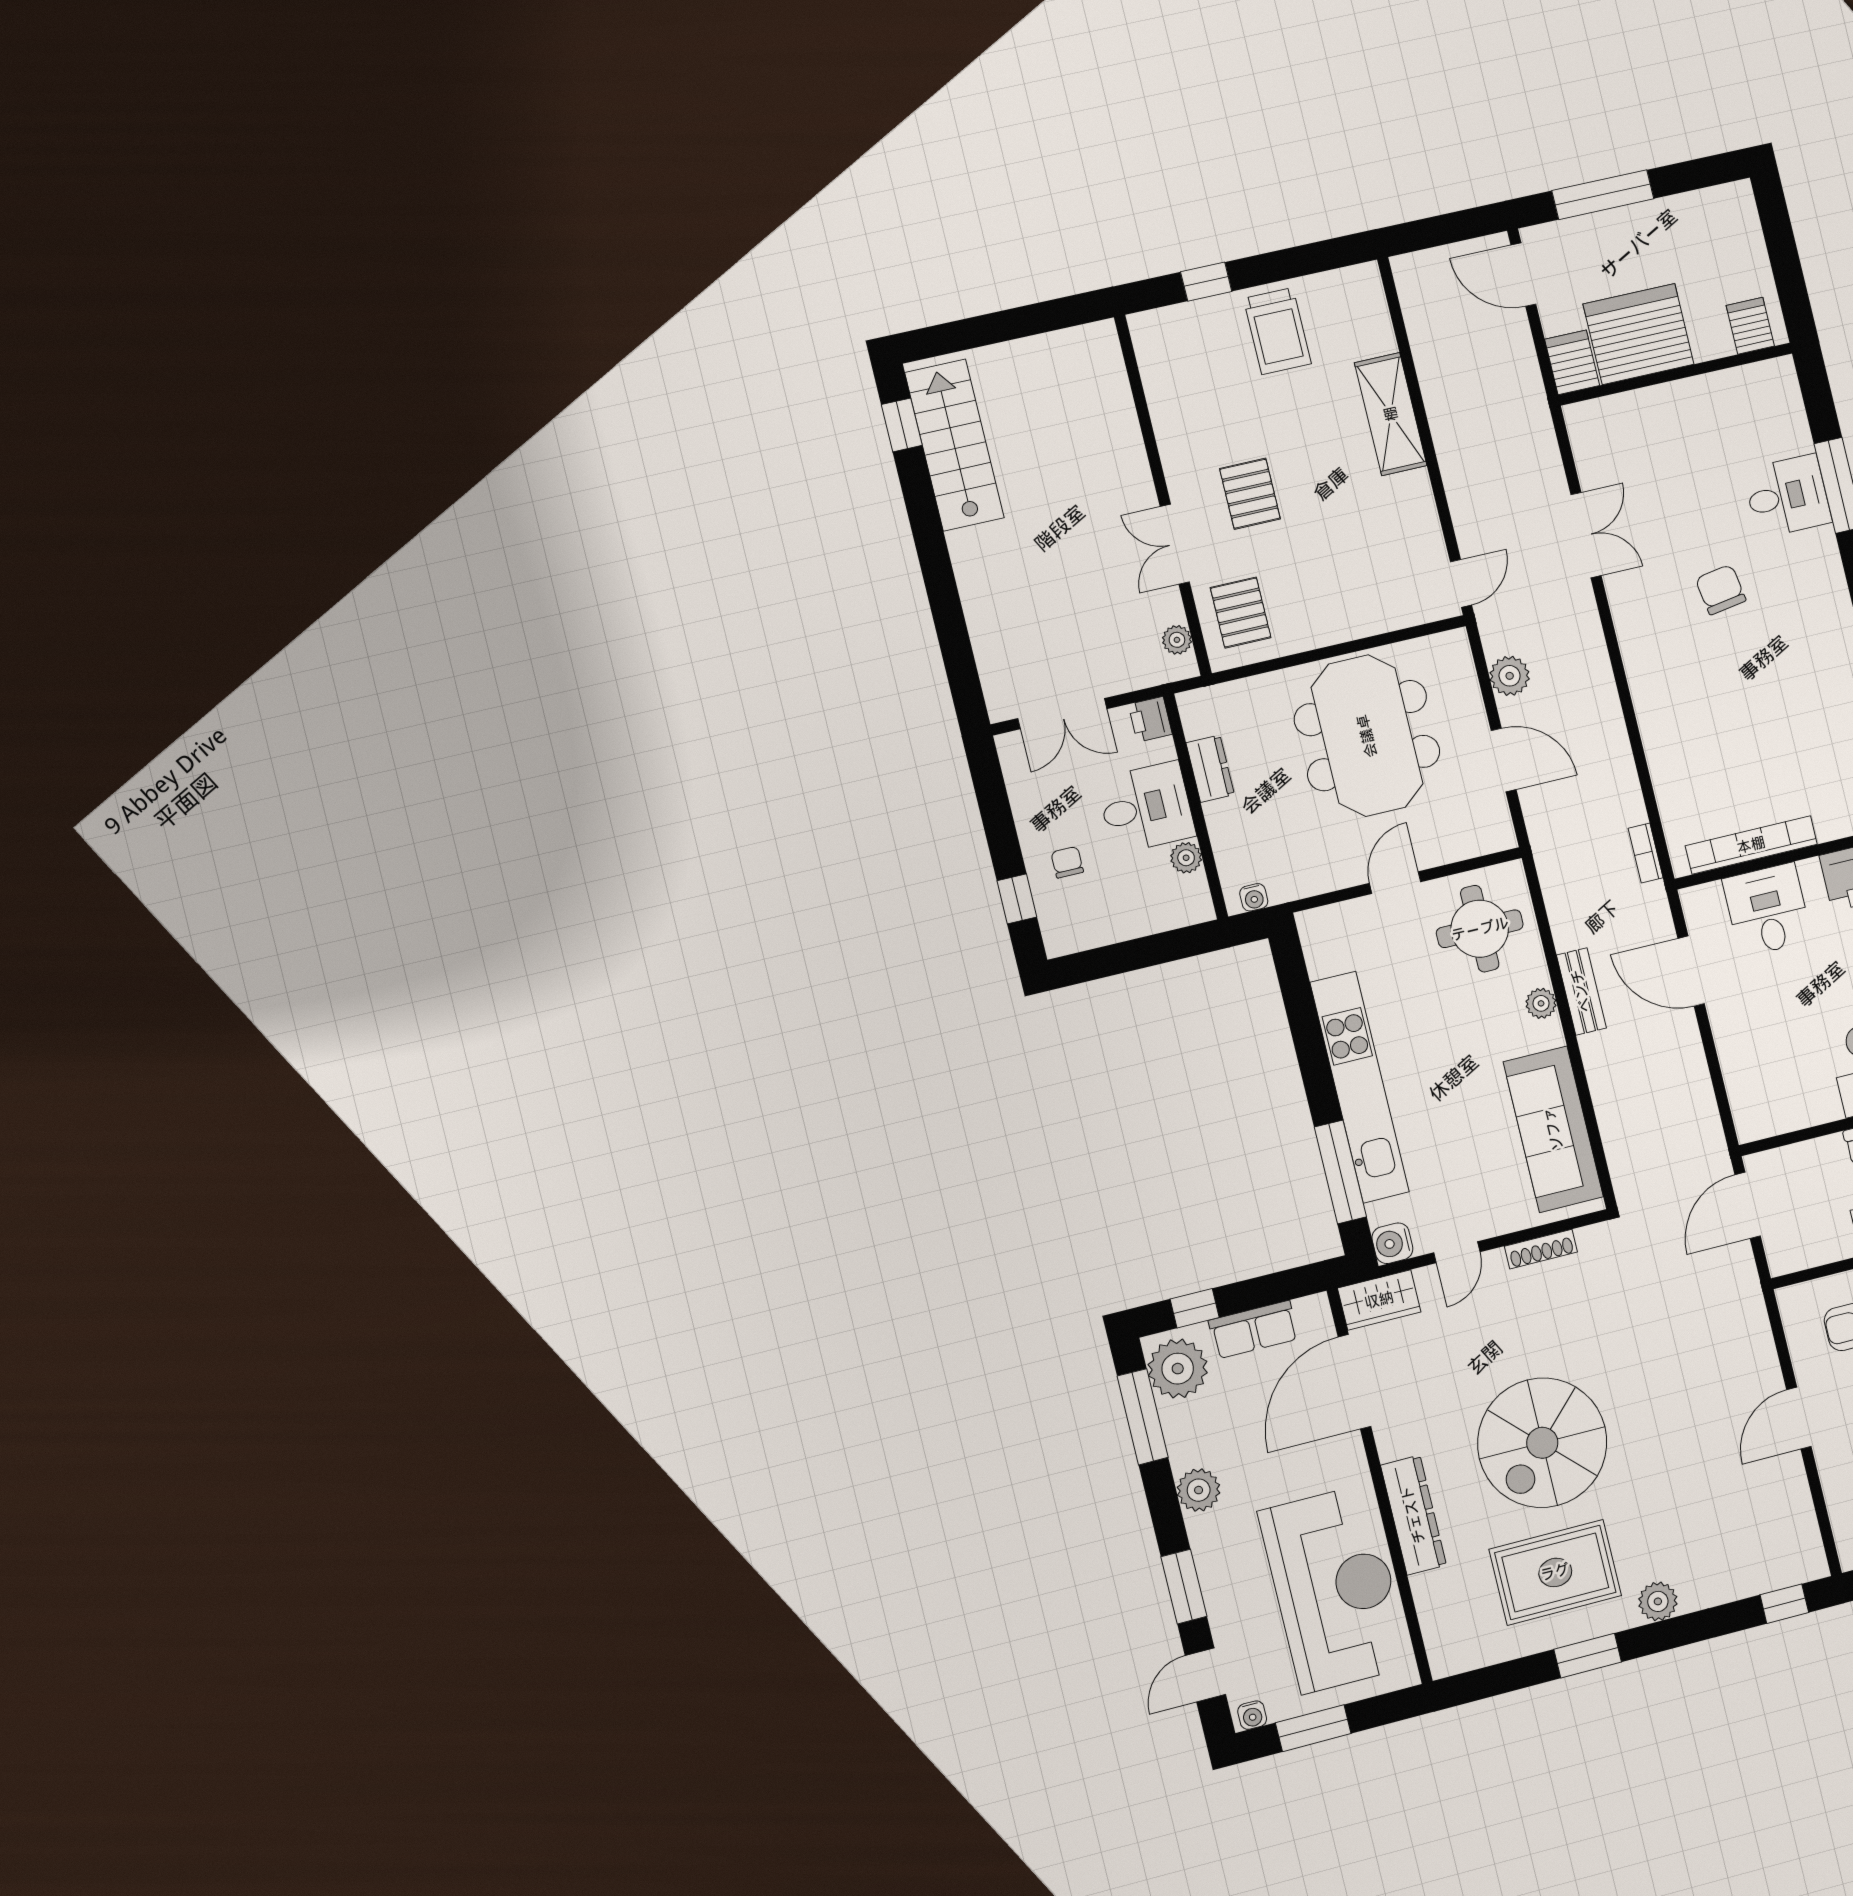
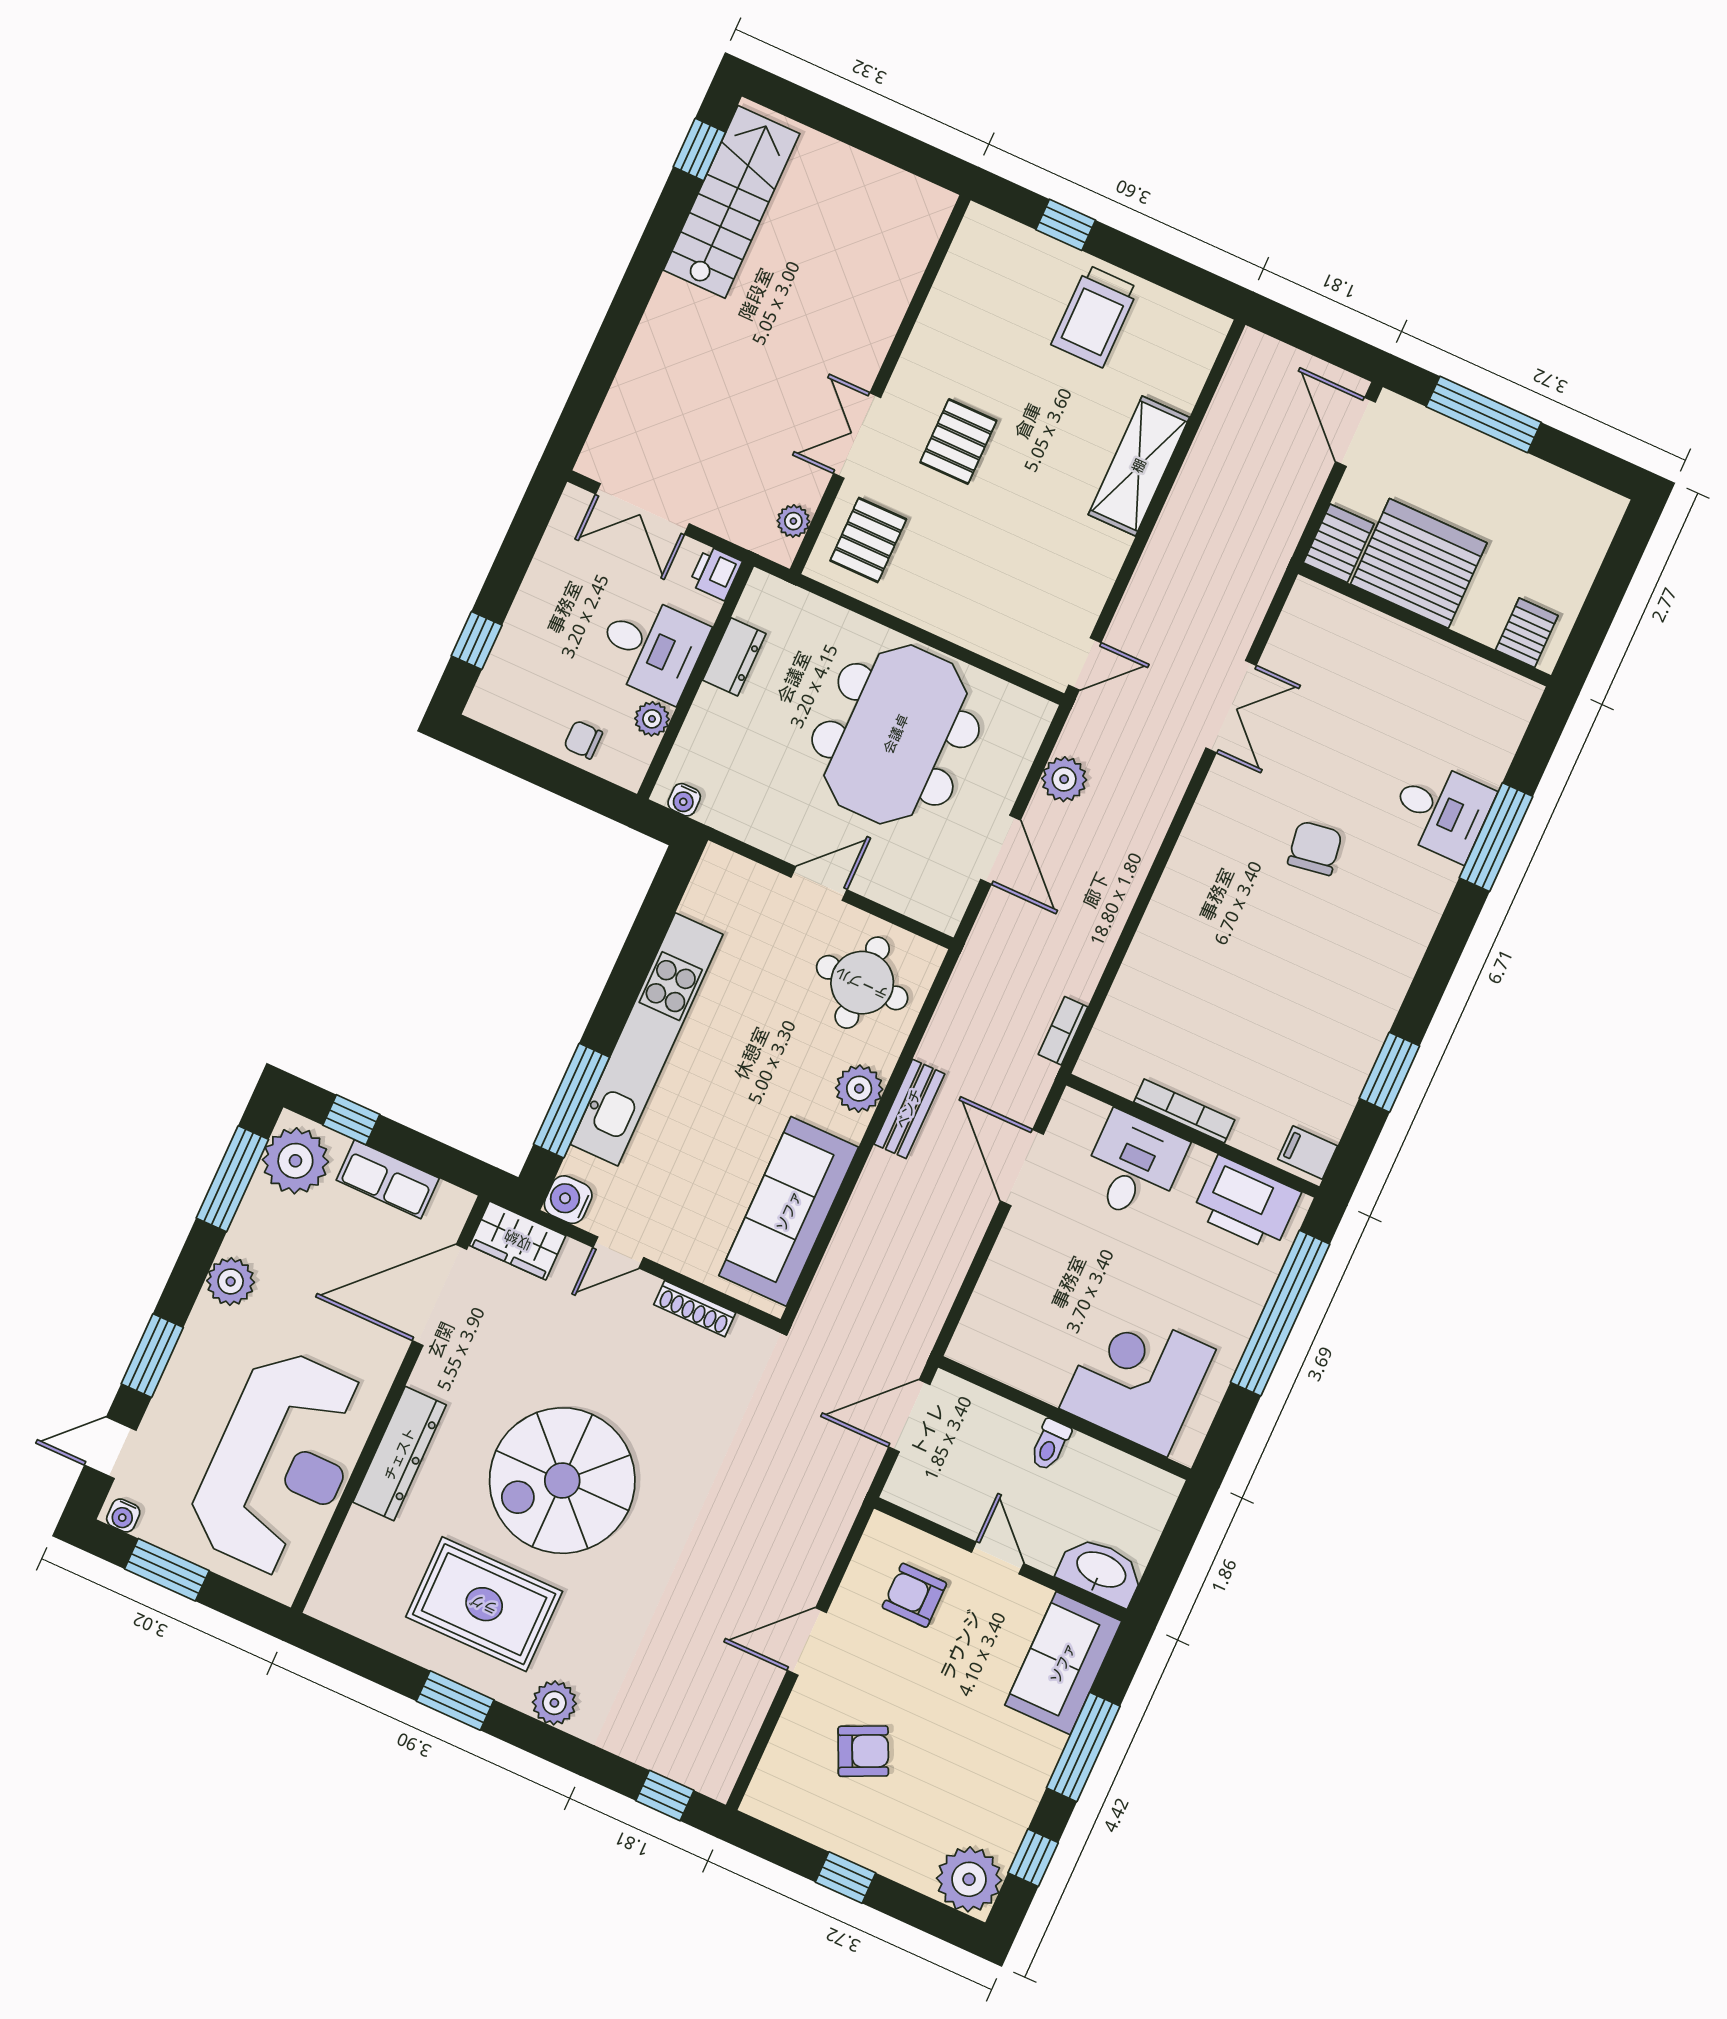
bookcase: (1751, 845) -> (1184, 1111), width x0.68, depth x0.76
chair: (1067, 862) -> (583, 740), moved, turned -90
plant: (1541, 1003) -> (859, 1089), width x1.38, depth x1.38

